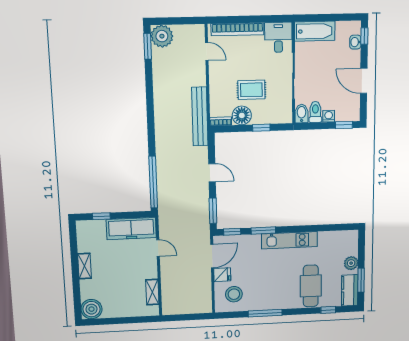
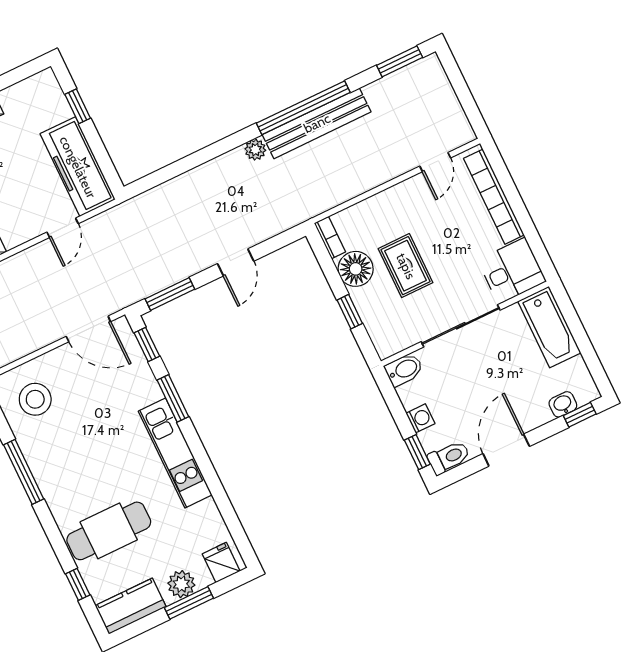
plant: (162, 36) -> (255, 150), moved, width x0.53, depth x0.53
toilet: (315, 112) -> (449, 457), moved
bench: (200, 117) -> (317, 123), moved
window: (153, 182) -> (303, 108), moved
fridge: (222, 275) -> (221, 562), moved, turned 180
window: (361, 280) -> (189, 603), moved

